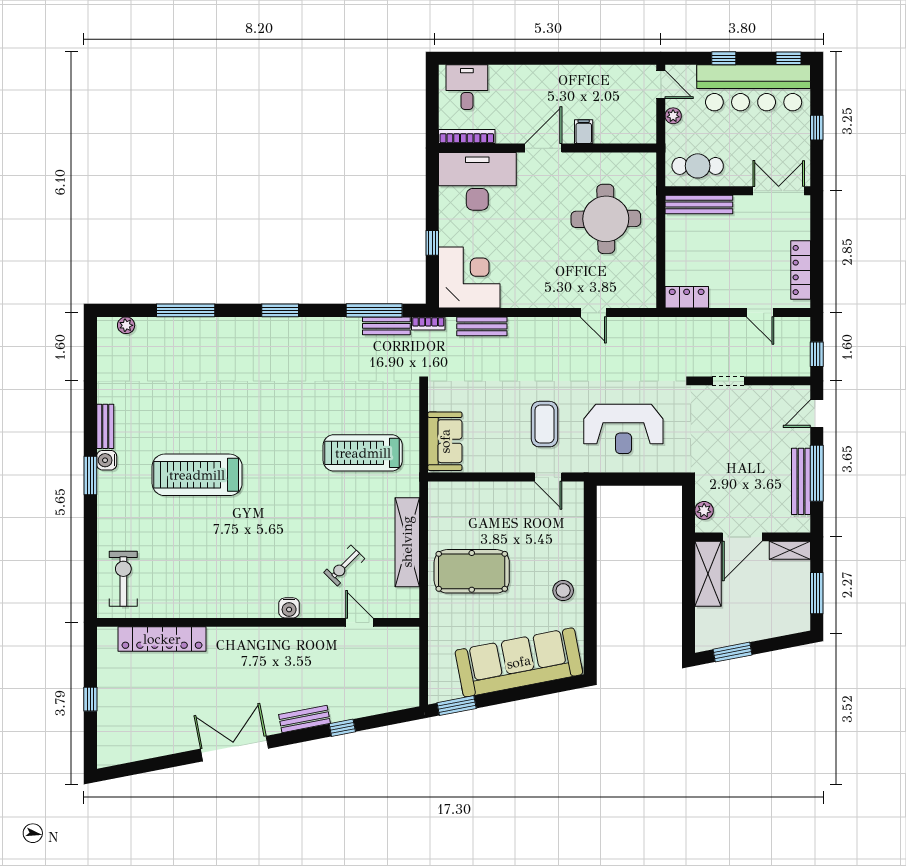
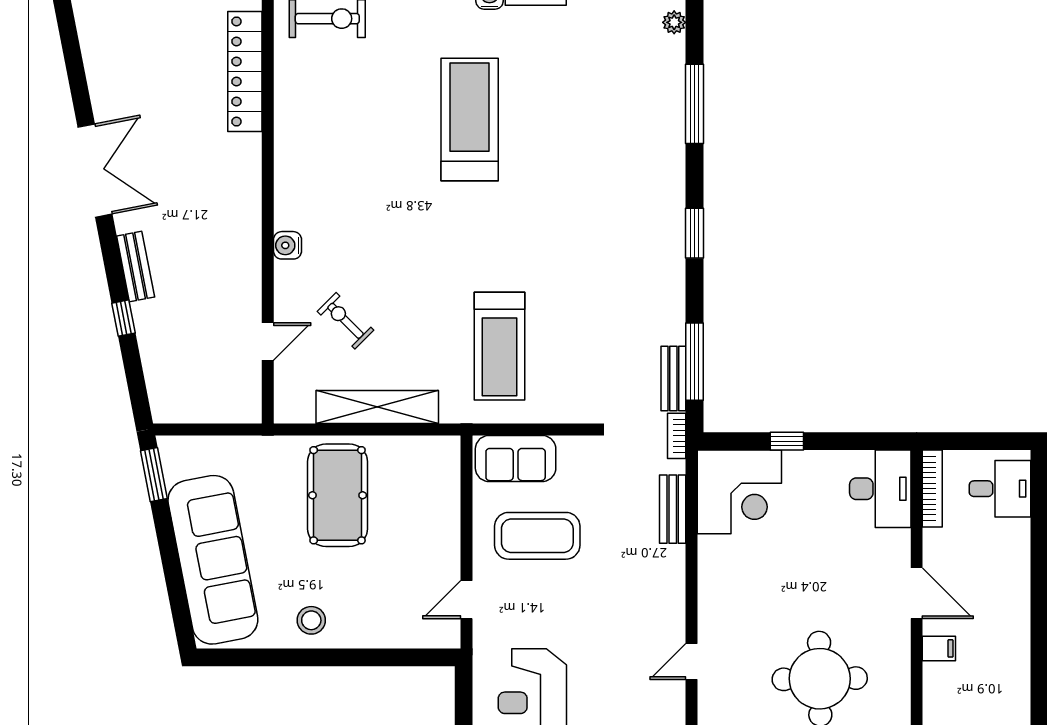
desk: (477, 181) -> (880, 489), width x0.73, depth x0.77
coffee table: (544, 424) -> (537, 536), moved, width x1.36, depth x1.32
treadmill: (363, 453) -> (500, 346), turned 180

